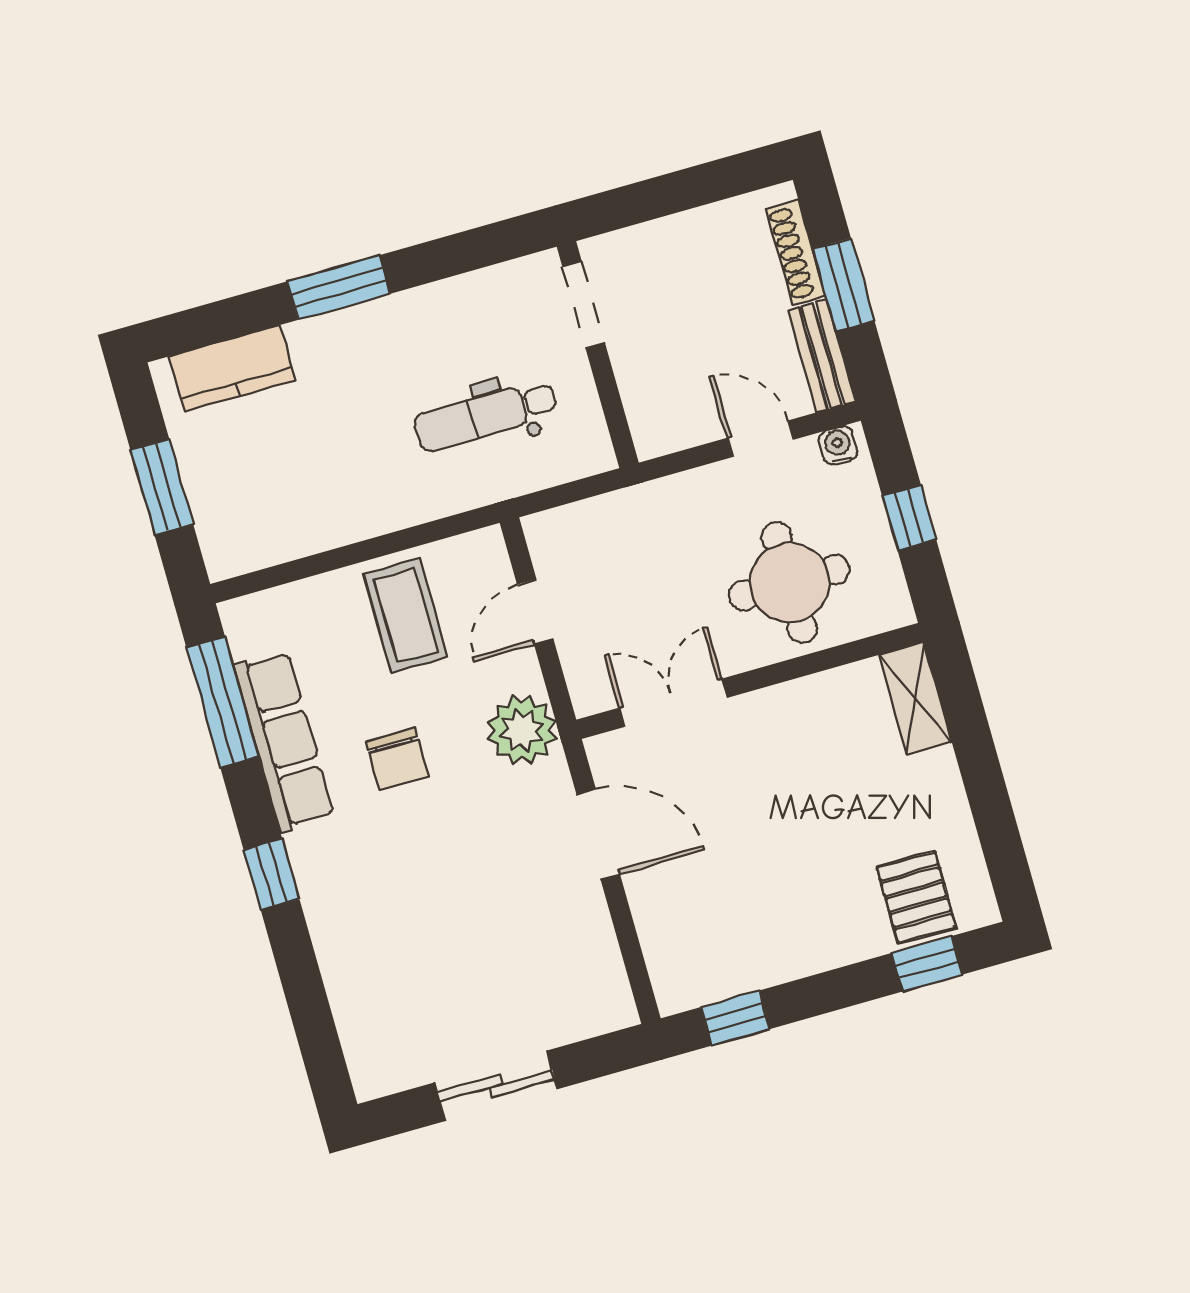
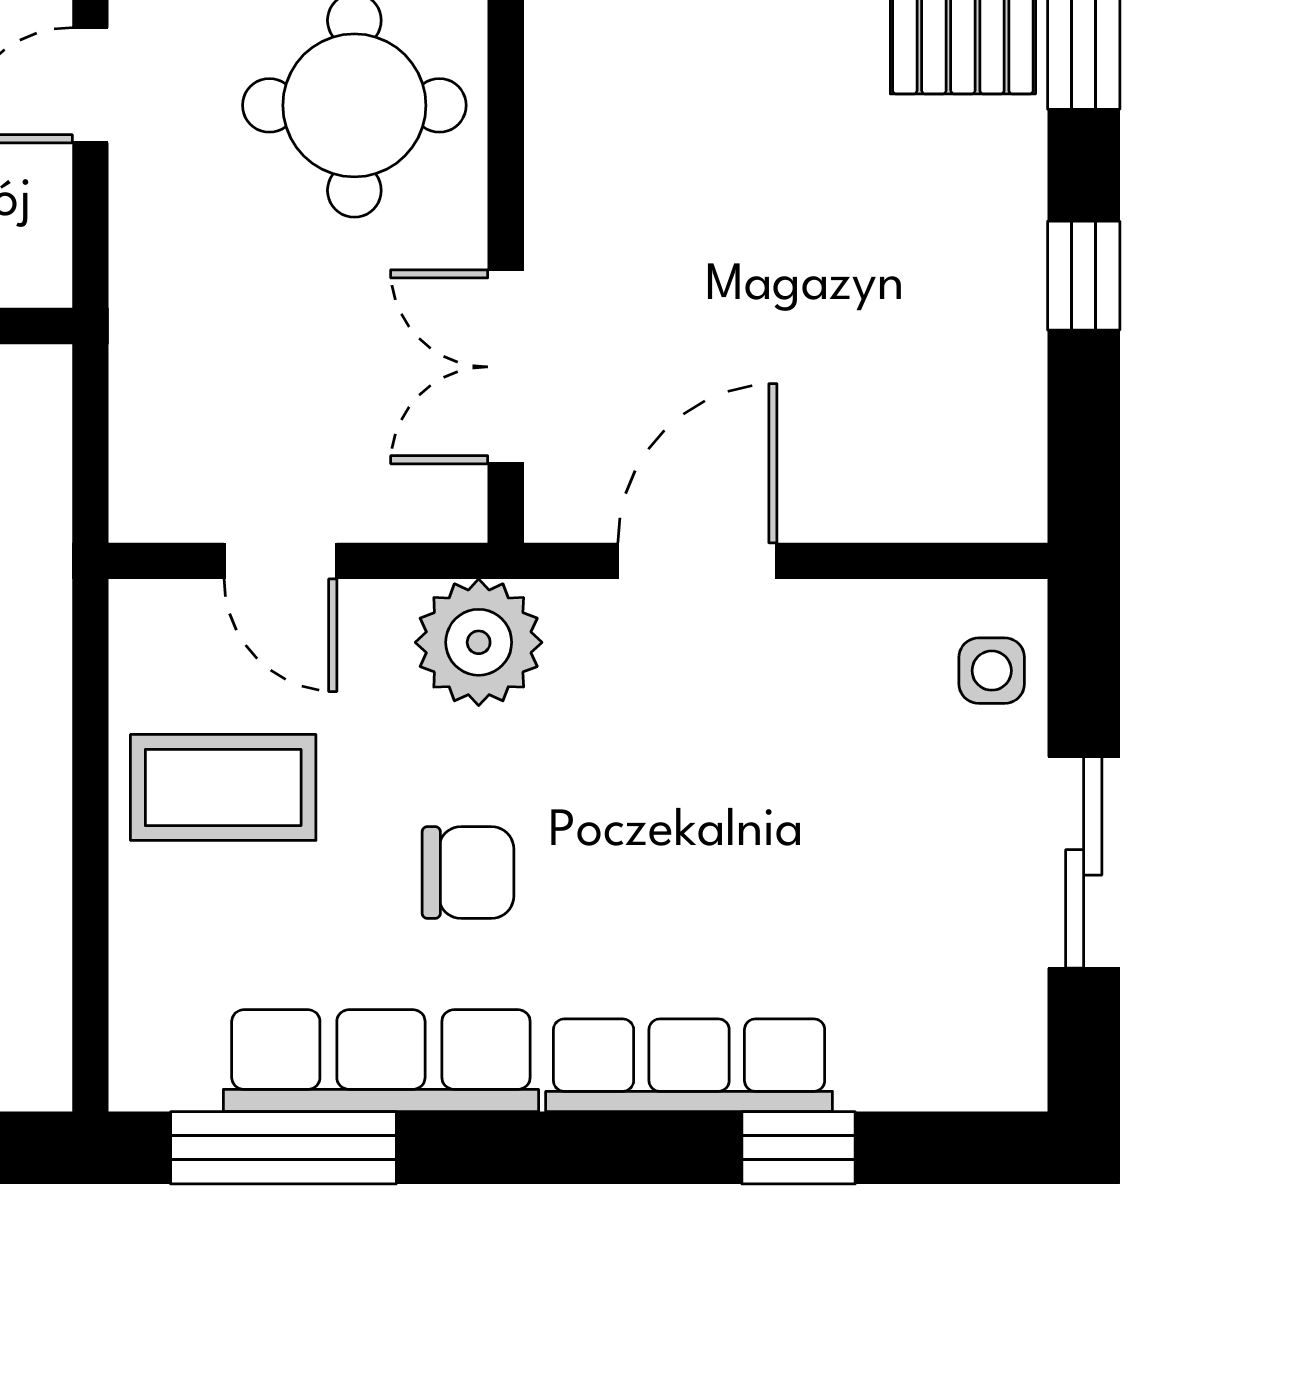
window: (271, 874) -> (798, 1148), moved
row of seats: (328, 906) -> (689, 1065), added
side table: (584, 1008) -> (992, 671), added
window: (735, 1018) -> (1084, 276), moved

